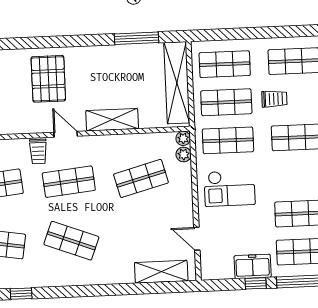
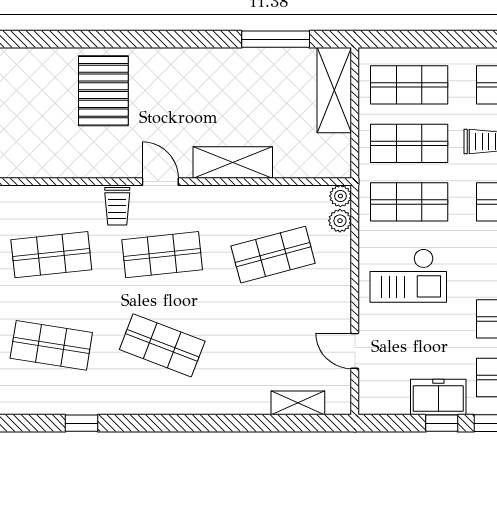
pallet: (48, 79) -> (103, 91), moved
shelving: (177, 83) -> (334, 90), width x0.68
shelving: (161, 272) -> (298, 403), width x0.67, depth x0.75

